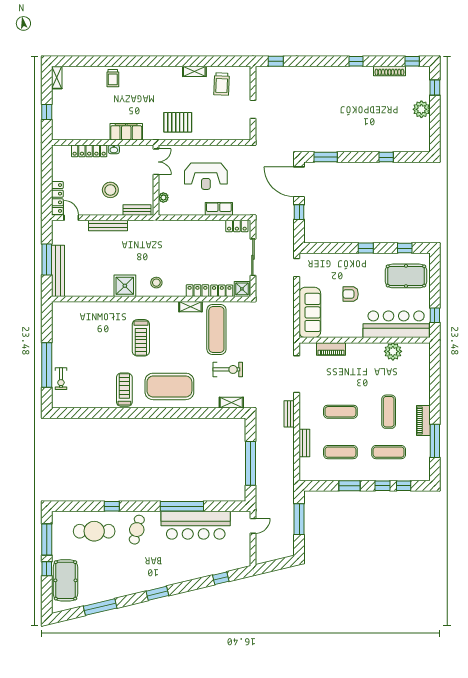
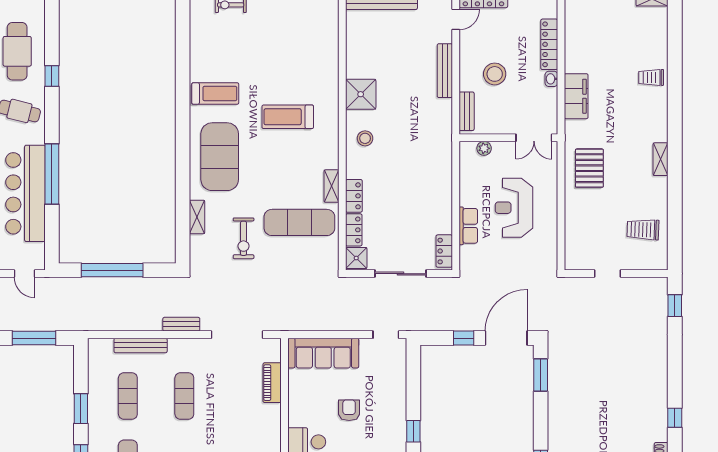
shelving: (194, 71) -> (661, 159), moved
shelving: (231, 403) -> (197, 217), moved
bench: (304, 443) -> (141, 345), width x1.36

